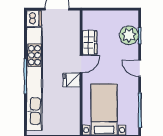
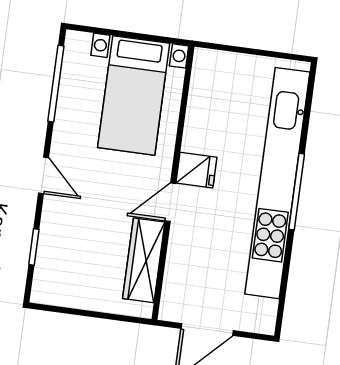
dishwasher: (34, 18) -> (260, 316), removed
plant: (129, 35) -> (57, 251), removed
wardrobe: (90, 42) -> (144, 260), width x1.50

